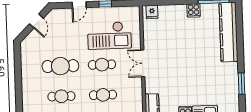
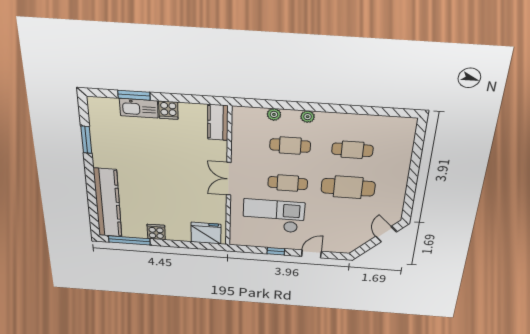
fridge: (152, 12) -> (206, 233), width x1.88, depth x1.34
door: (36, 21) -> (386, 234), moved
double door: (143, 63) -> (229, 179), swing flipped

